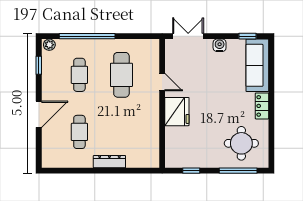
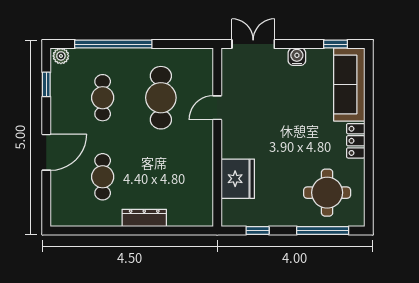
door: (162, 82) -> (217, 108), swing flipped
fridge: (177, 112) -> (238, 179), moved

